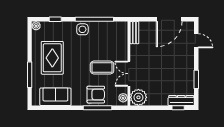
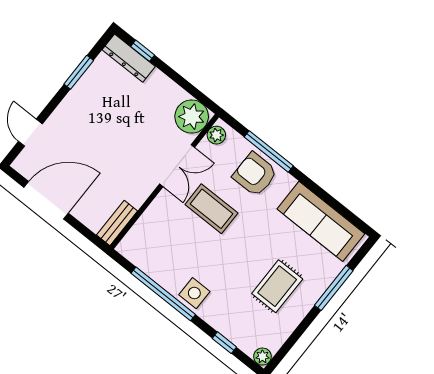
rug: (52, 58) -> (277, 286), width x0.73, depth x0.70
sofa: (55, 97) -> (321, 221), width x1.36

